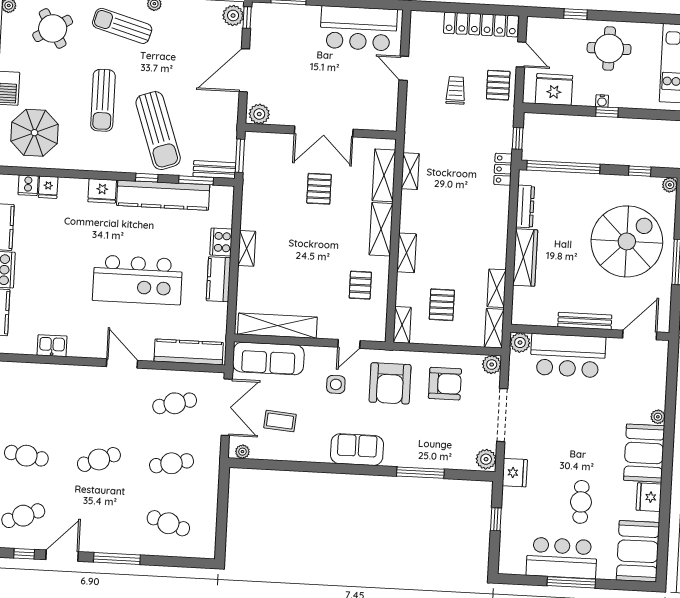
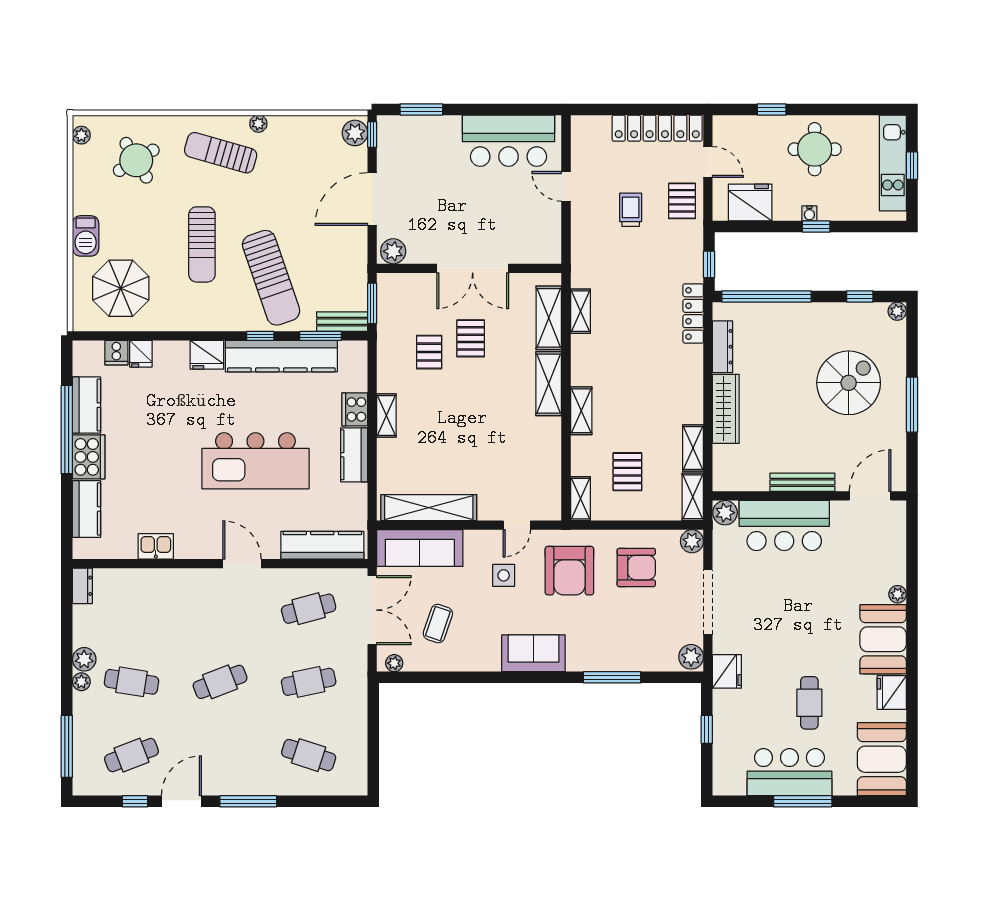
locker: (503, 169) -> (693, 313), width x1.53
spiral stairs: (627, 241) -> (849, 383), width x0.73, depth x0.73
pallet: (360, 285) -> (429, 352), moved
coffee table: (280, 421) -> (438, 624), turned -76

